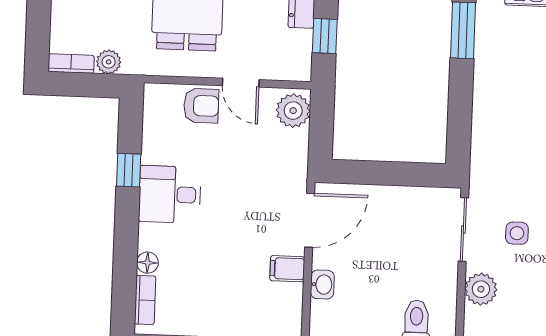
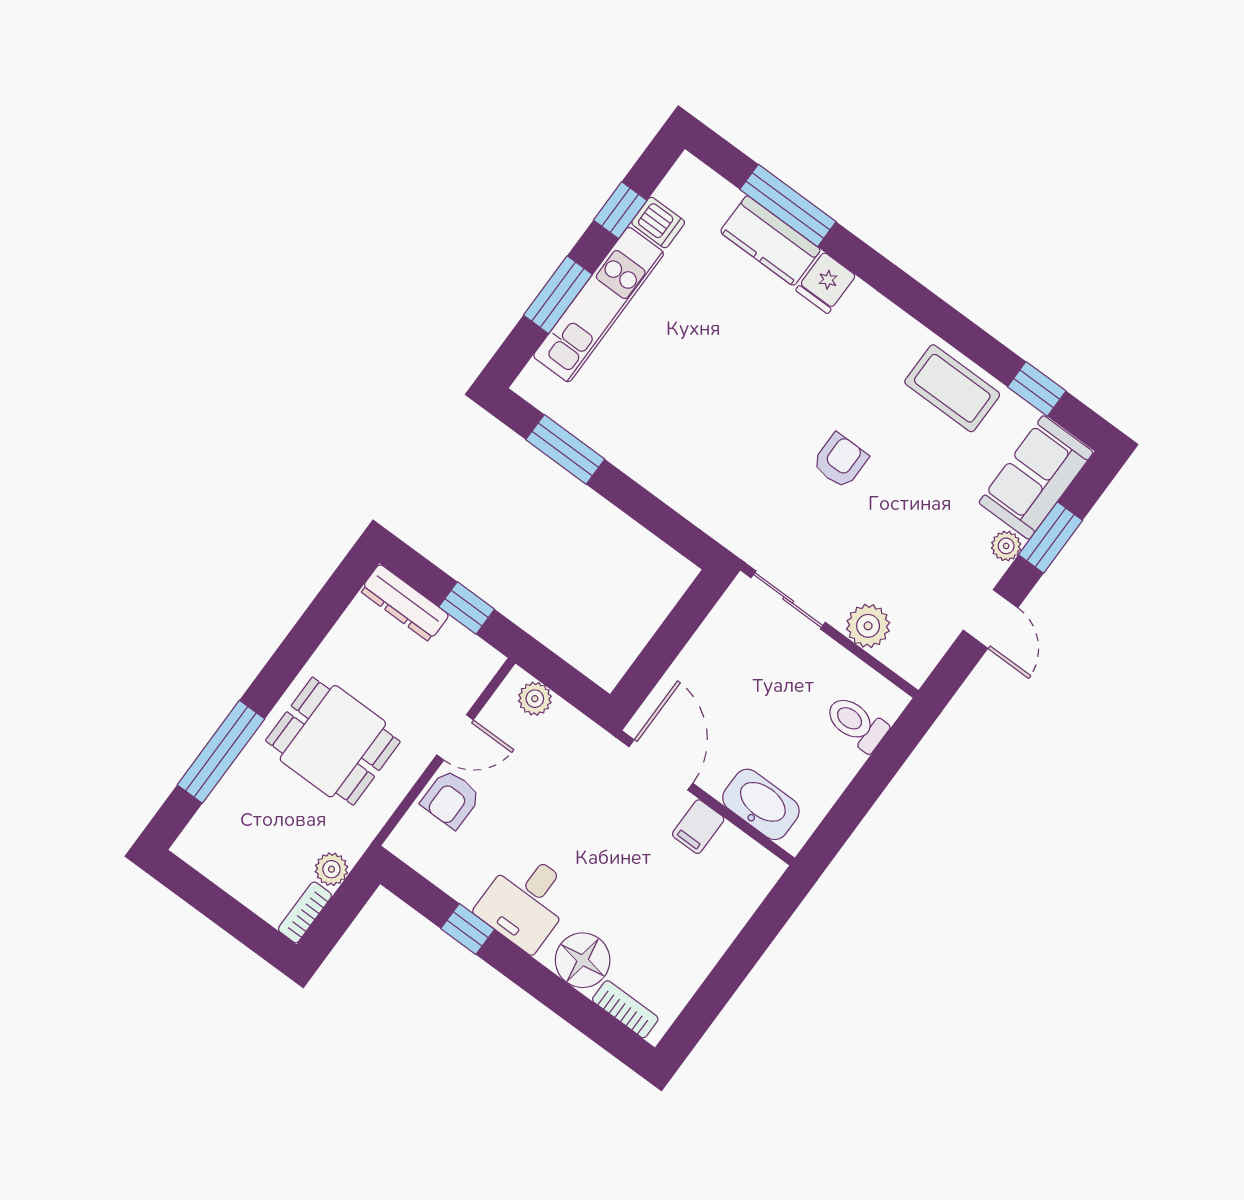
armchair: (201, 106) -> (451, 799), turned 180
plant: (293, 111) -> (535, 699), width x0.73, depth x0.73
side table: (517, 233) -> (833, 543), removed
floor lamp: (148, 263) -> (583, 960), width x1.89, depth x1.89
washbasin: (322, 284) -> (761, 804), width x1.91, depth x1.45

